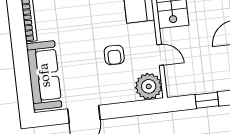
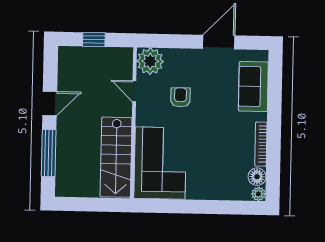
sofa: (44, 75) -> (253, 87), width x0.73

